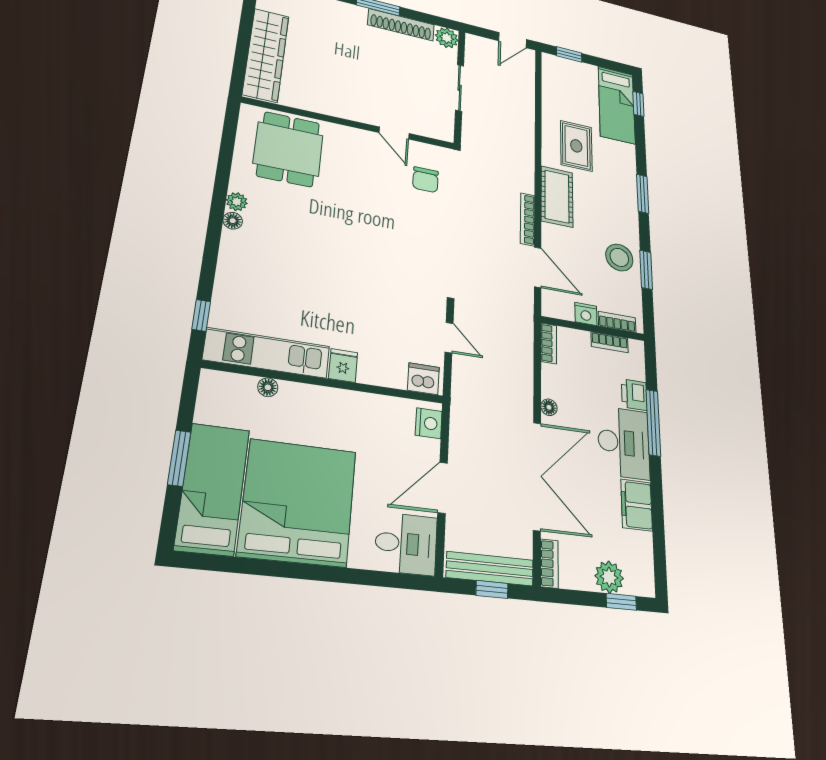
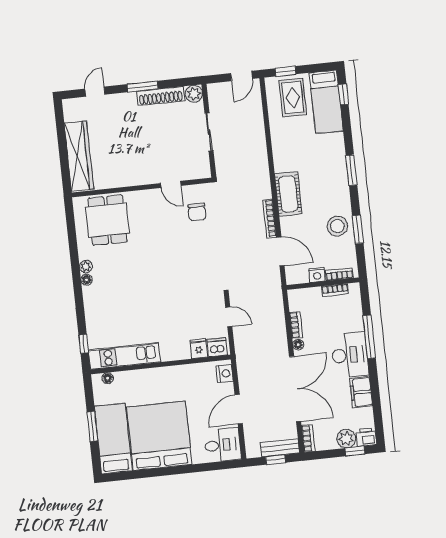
rug: (576, 146) -> (293, 98), moved
bookcase: (549, 343) -> (296, 325), moved
fridge: (343, 365) -> (199, 349), moved
floor lamp: (268, 387) -> (108, 378), moved
printer: (634, 395) -> (366, 437), moved, turned 90
bench: (490, 569) -> (280, 448), width x0.73

